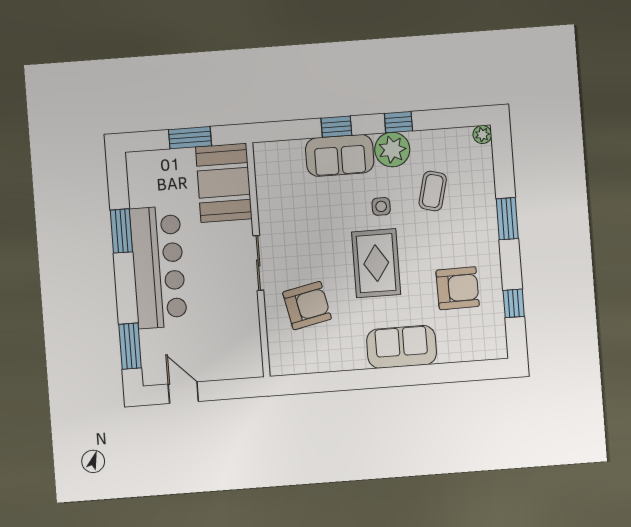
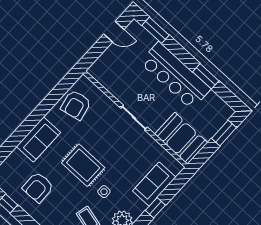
window: (190, 138) -> (224, 133), moved
sofa: (340, 155) -> (154, 184), moved
armchair: (307, 306) -> (76, 105), moved

